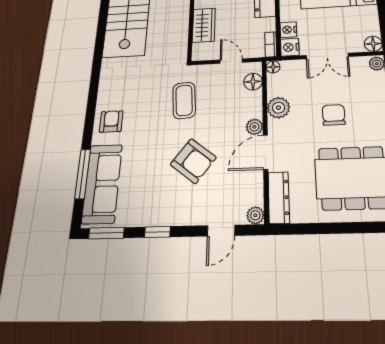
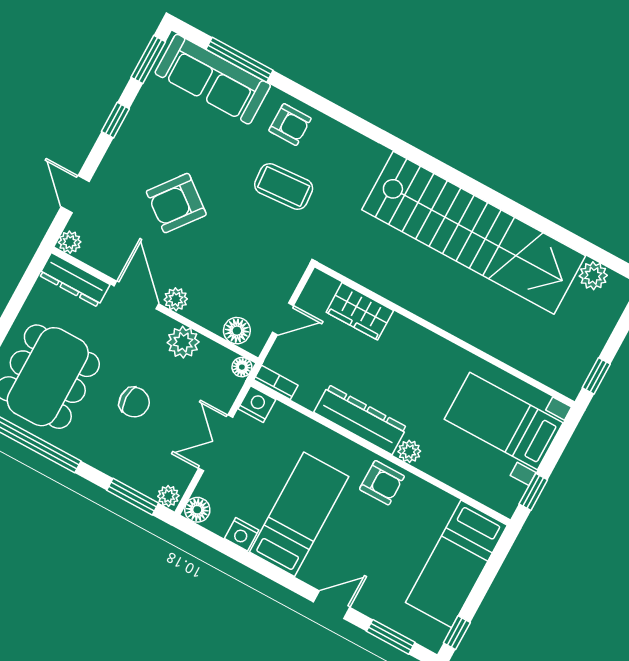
nightstand: (288, 30) -> (242, 534), moved, turned 180
coffee table: (184, 100) -> (284, 186), moved

